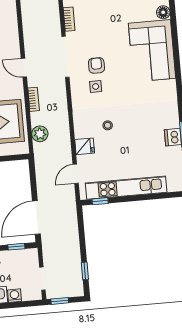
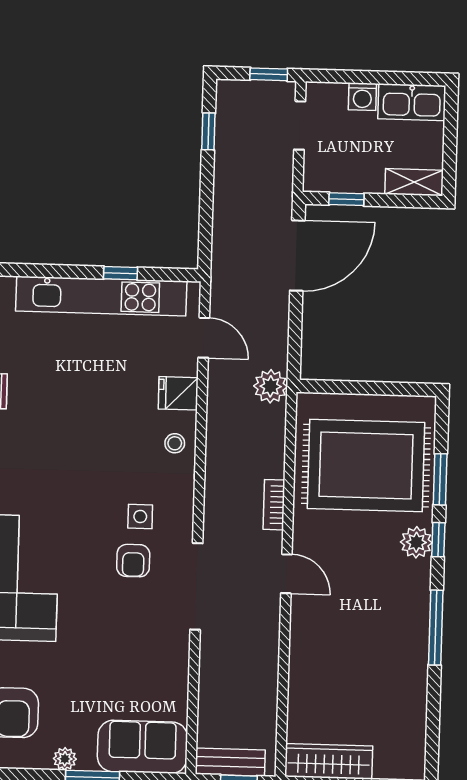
bookcase: (69, 19) -> (179, 665), removed
stool: (108, 125) -> (175, 443), moved
plant: (40, 134) -> (271, 386), moved
door: (76, 174) -> (204, 338), hinge flipped
window: (100, 201) -> (121, 273), moved

